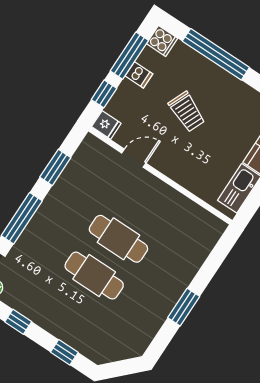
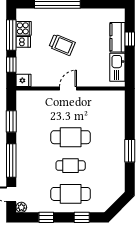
cooker: (162, 41) -> (24, 28), moved
door: (134, 158) -> (68, 88), moved
cafe table: (94, 276) -> (71, 166), width x0.73, depth x0.74
cafe table: (70, 312) -> (71, 194), added

